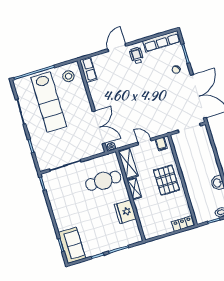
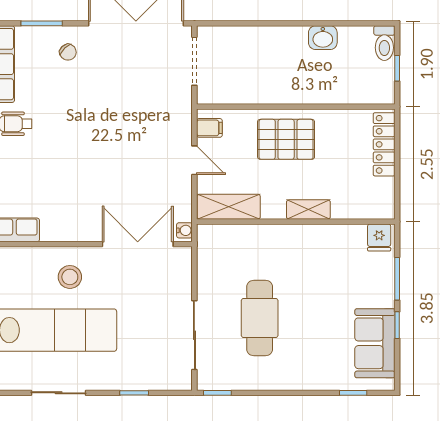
stool: (69, 76) -> (70, 277), moved
door: (144, 142) -> (194, 160), swing flipped
cafe table: (103, 181) -> (260, 318), moved
shelving: (134, 189) -> (308, 209), moved
fridge: (125, 212) -> (379, 237), moved, width x0.53, depth x0.75
locker: (183, 224) -> (384, 144), width x1.53
sofa: (72, 245) -> (375, 343), moved, turned -90

